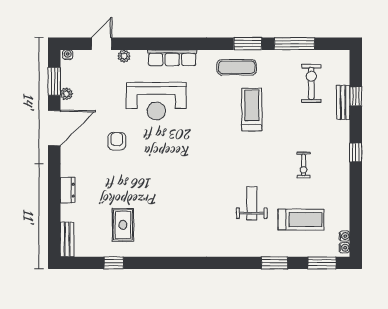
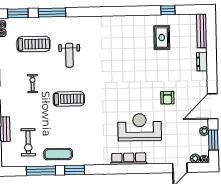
plant: (124, 56) -> (195, 159), moved
exercise mat: (237, 67) -> (58, 154), moved
treadmill: (252, 110) -> (69, 99), moved, turned -90
treadmill: (301, 220) -> (34, 44), turned 180
bench: (67, 239) -> (202, 31), width x1.36
window: (275, 263) -> (52, 13), width x1.44

